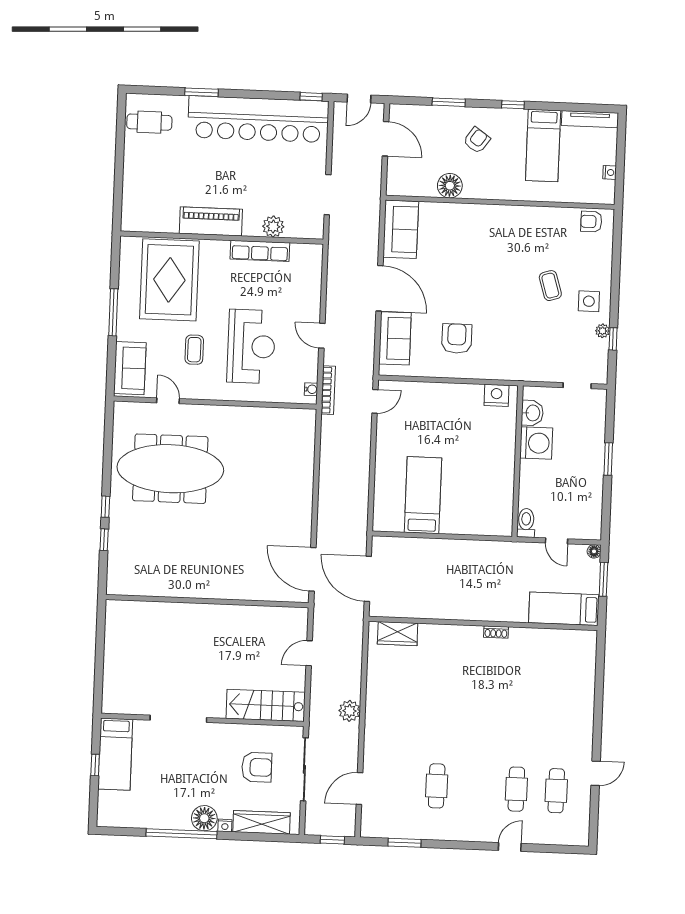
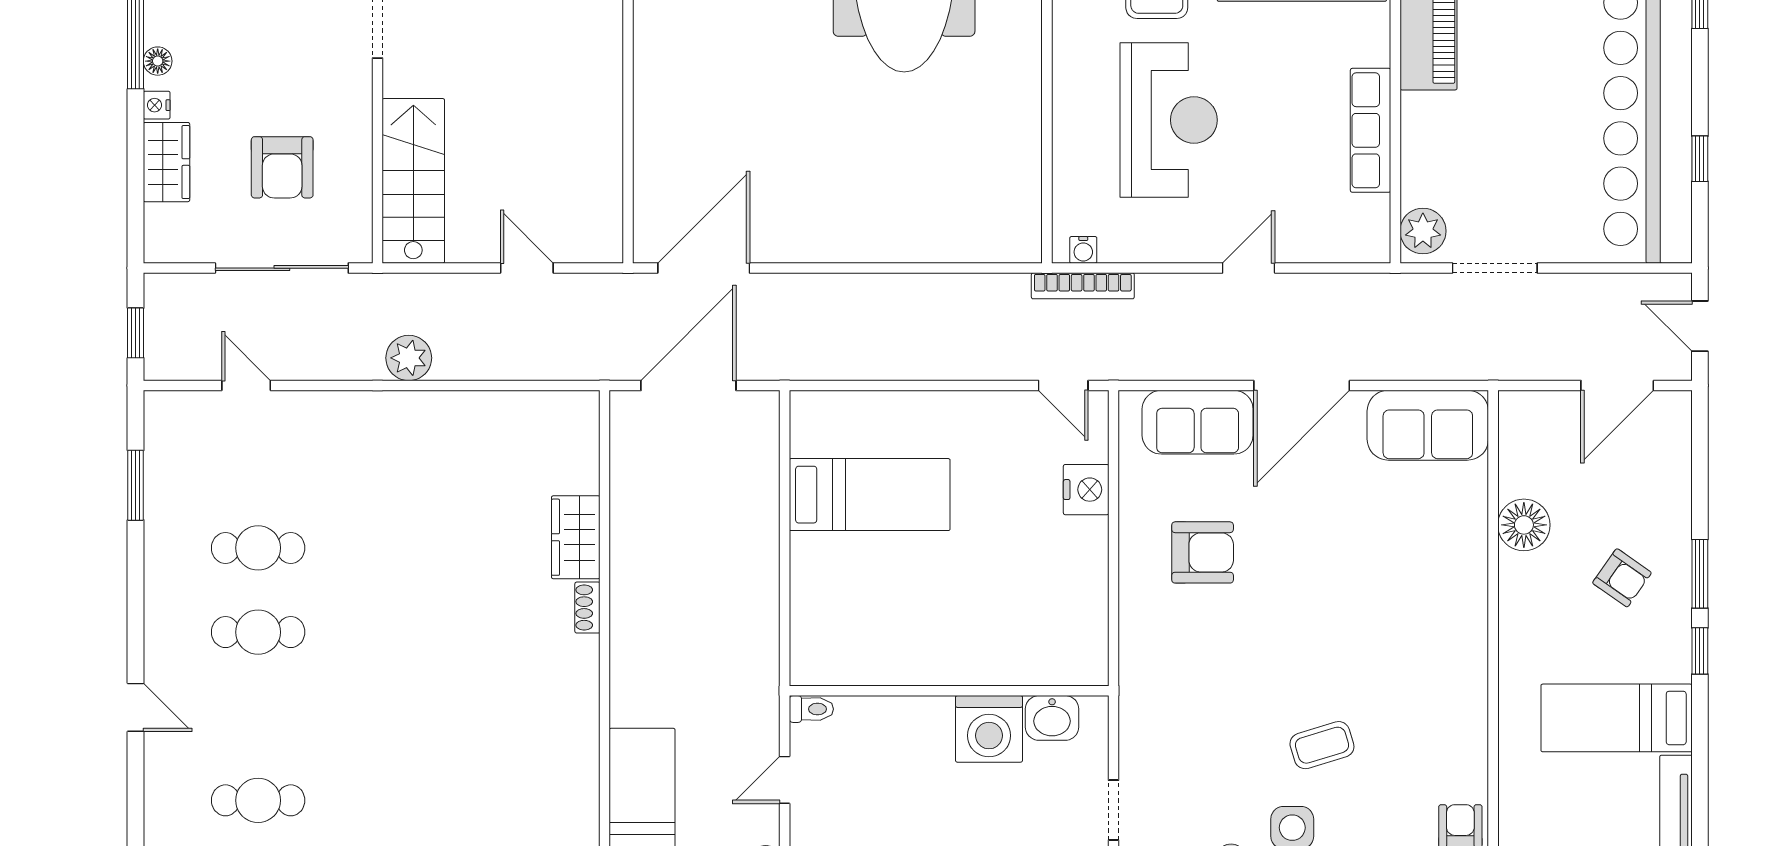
window: (311, 97) -> (1700, 159), moved
window: (449, 102) -> (1700, 574), moved
plant: (273, 227) -> (1423, 231), moved
door: (322, 336) -> (1249, 268), moved
reception desk: (251, 346) -> (1169, 120), turned -90
nightstand: (496, 395) -> (1086, 490), moved
toilet: (526, 523) -> (811, 709), width x0.73, depth x0.72
shoe rack: (496, 632) -> (587, 608), moved
wardrobe: (398, 634) -> (576, 537), moved
door: (359, 788) -> (246, 385), width x0.73
cafe table: (516, 789) -> (258, 632), moved
floor lamp: (204, 818) -> (158, 61), width x0.53, depth x0.53
wardrobe: (261, 822) -> (166, 162), width x0.67

